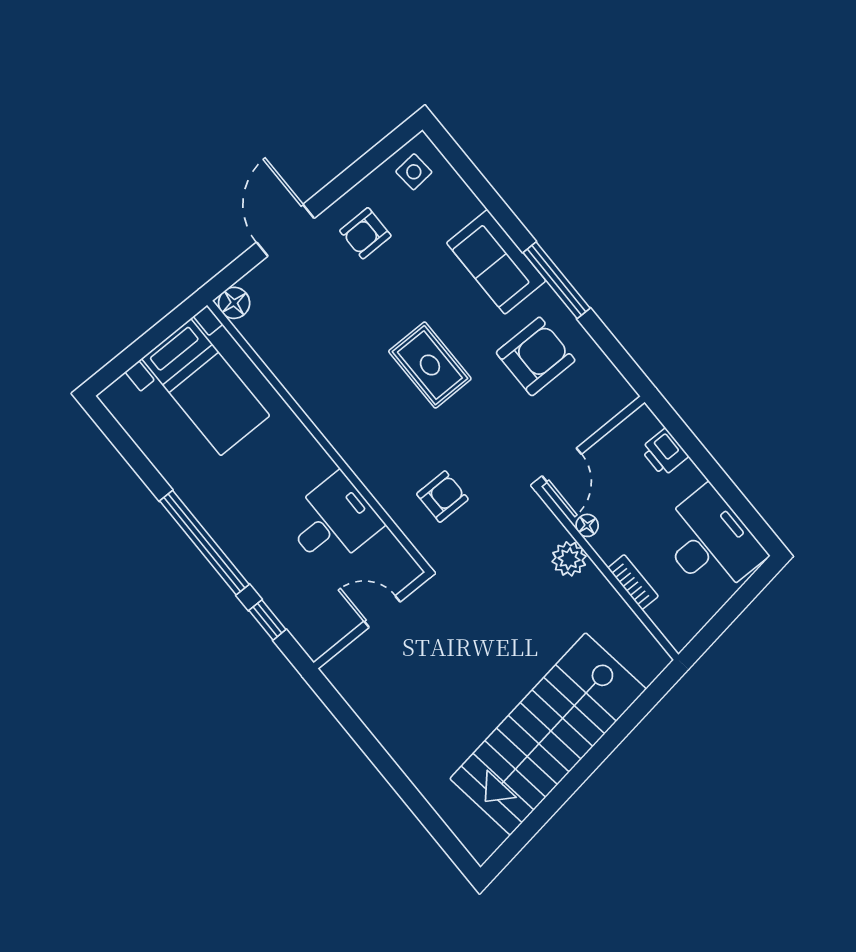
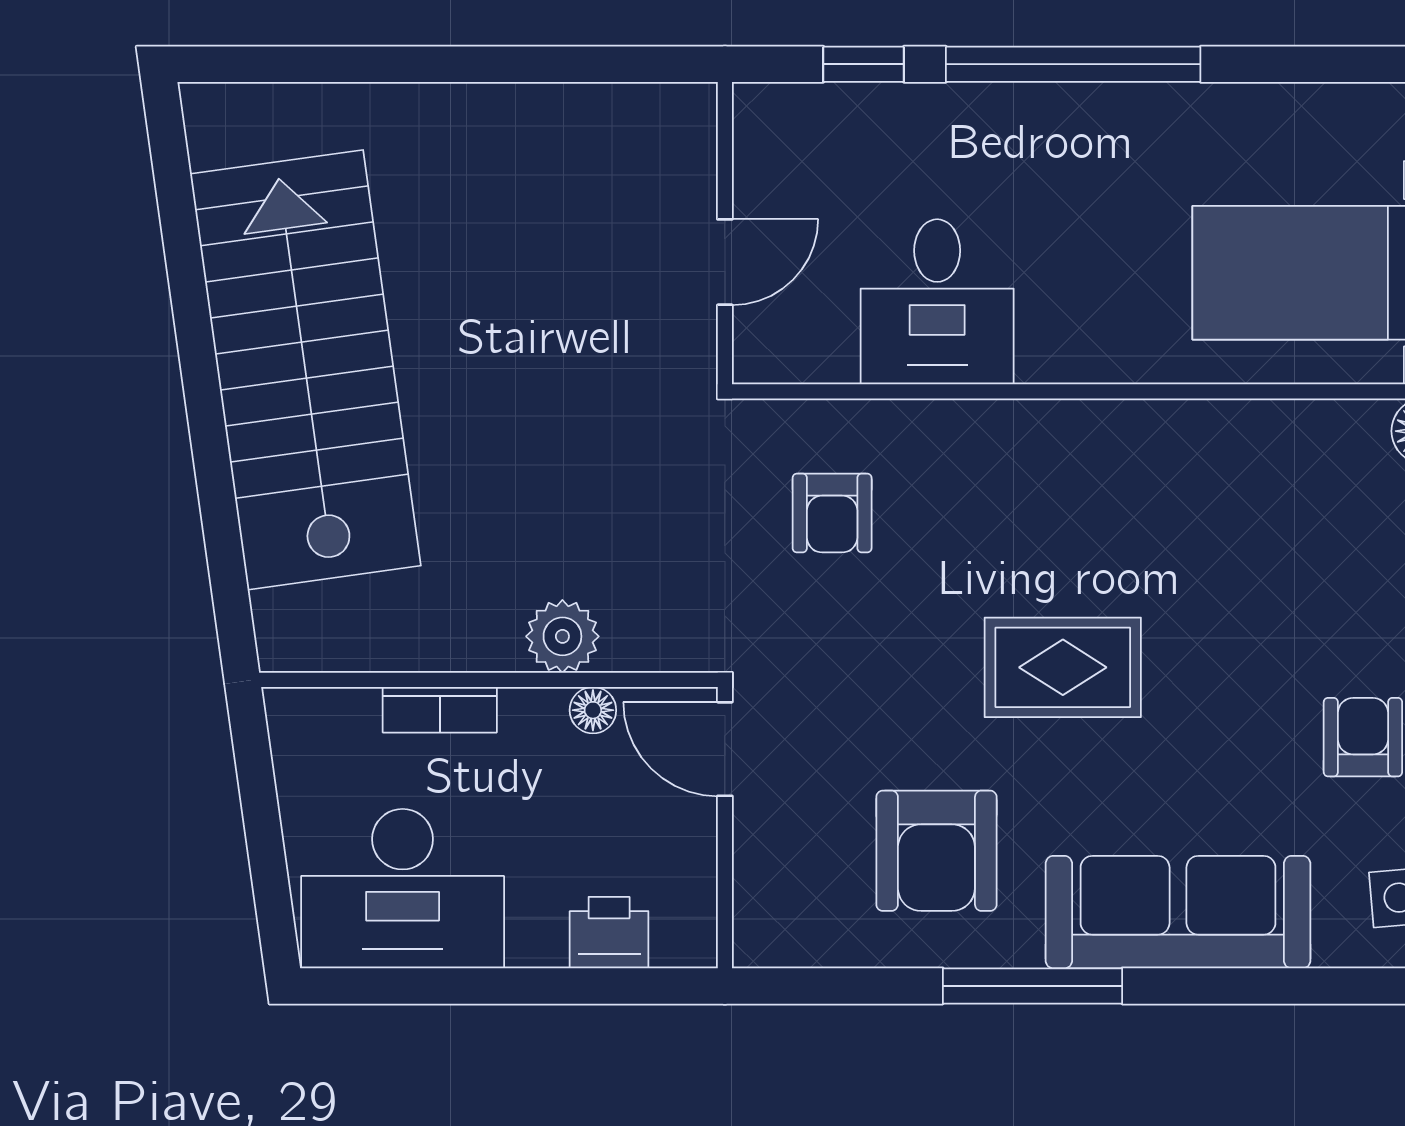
sofa: (496, 262) -> (1178, 912), width x1.36

